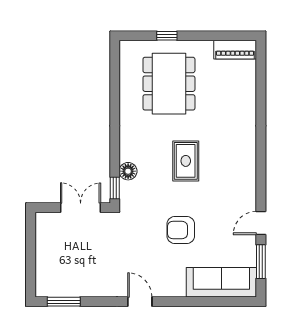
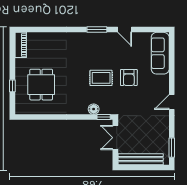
dining table: (169, 84) -> (41, 85), width x0.73
rug: (186, 161) -> (101, 78), moved
bench: (44, 250) -> (141, 159), added
window: (261, 262) -> (97, 30), moved

